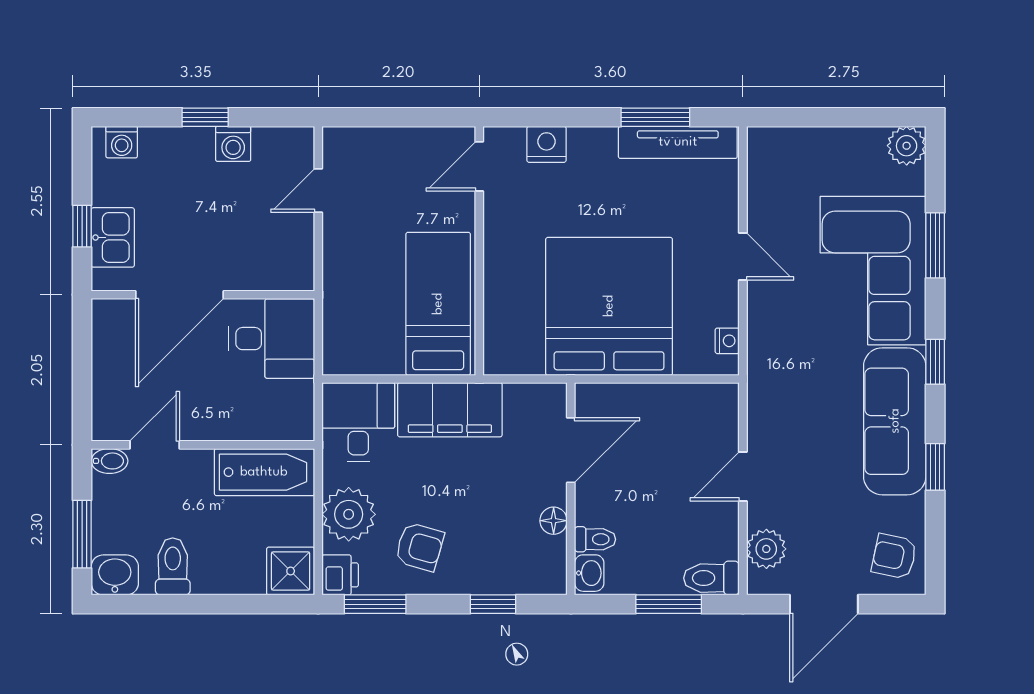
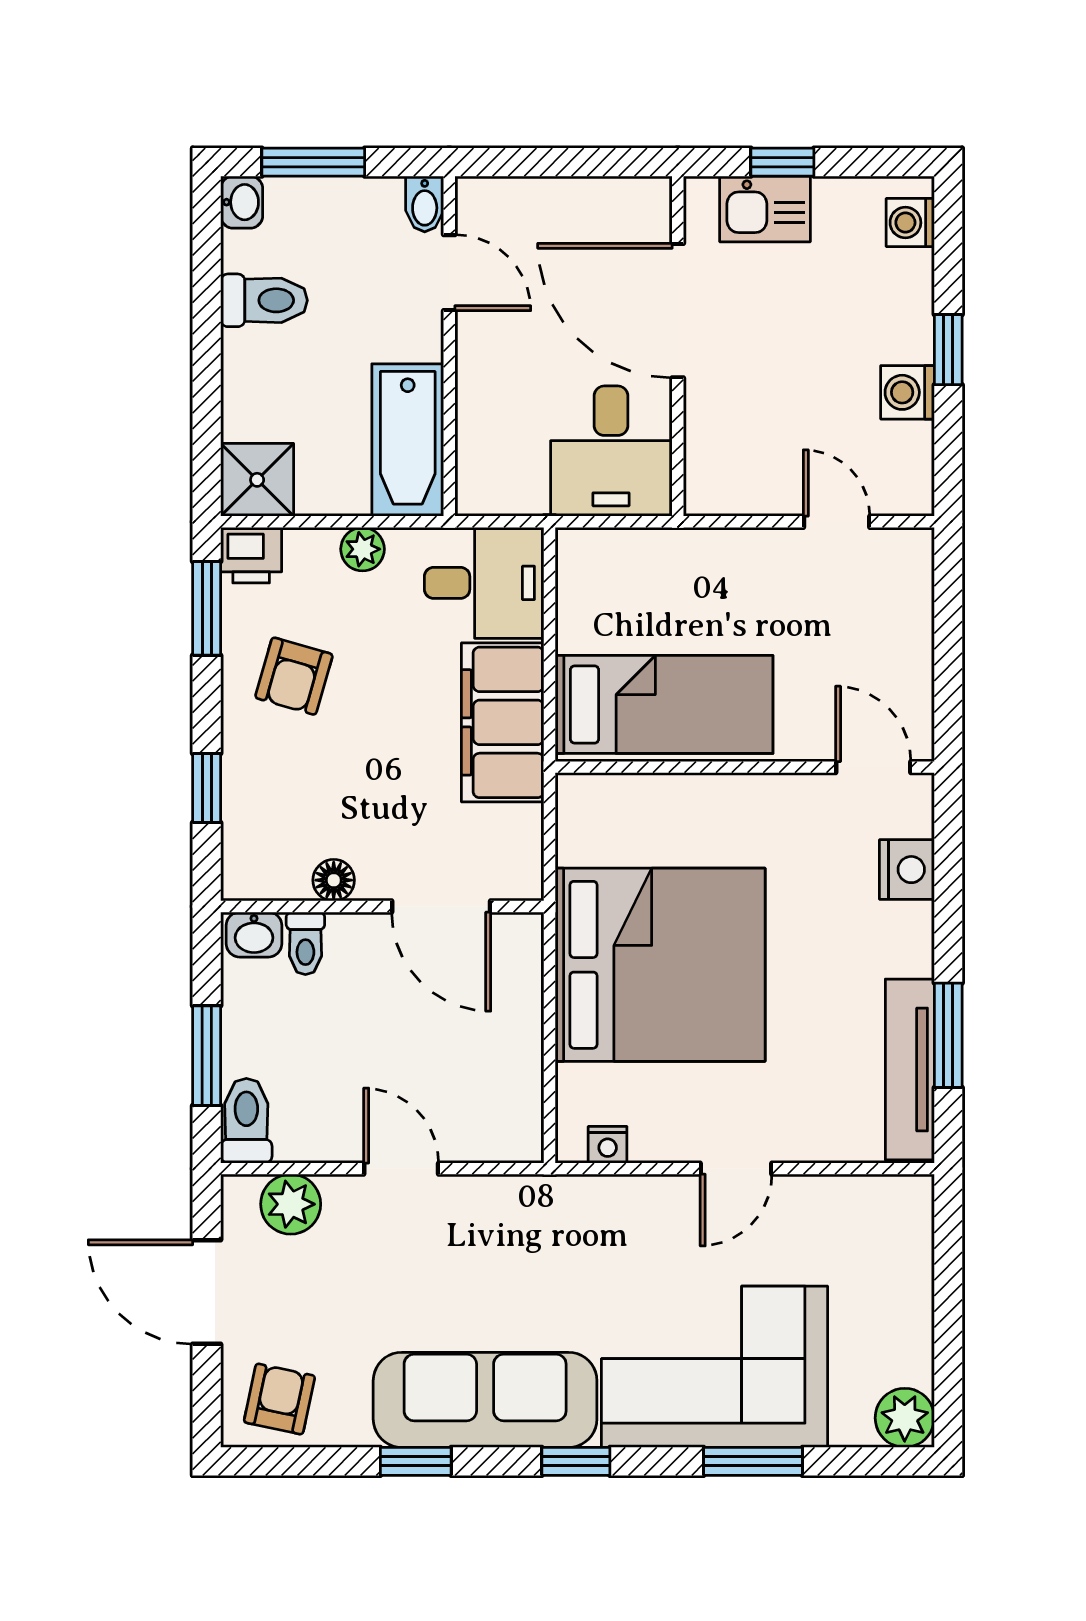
plant: (349, 514) -> (363, 549), width x0.53, depth x0.53
washbasin: (115, 575) -> (242, 202), width x0.72, depth x0.69

